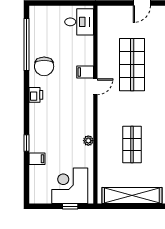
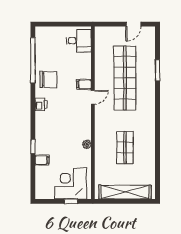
shop shelf: (132, 65) -> (125, 78), width x1.40
chair: (44, 66) -> (48, 79), turned -90

